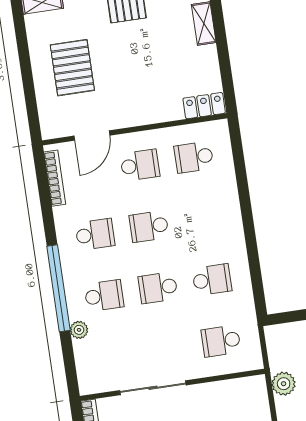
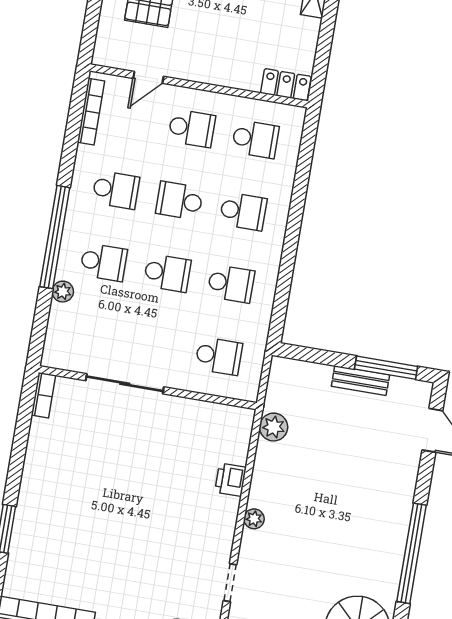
door: (92, 136) -> (148, 77), width x0.73
school desk: (194, 157) -> (255, 139), turned 180
school desk: (203, 218) -> (243, 211), added
school desk: (158, 288) -> (167, 273), turned 180
school desk: (221, 341) -> (219, 356), turned 180

